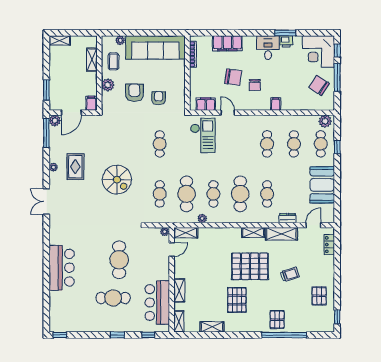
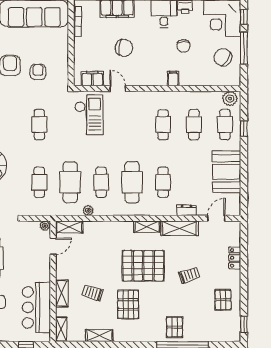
chair: (255, 85) -> (184, 46), moved
locker: (329, 245) -> (235, 258), moved
trolley: (206, 290) -> (92, 293), added

